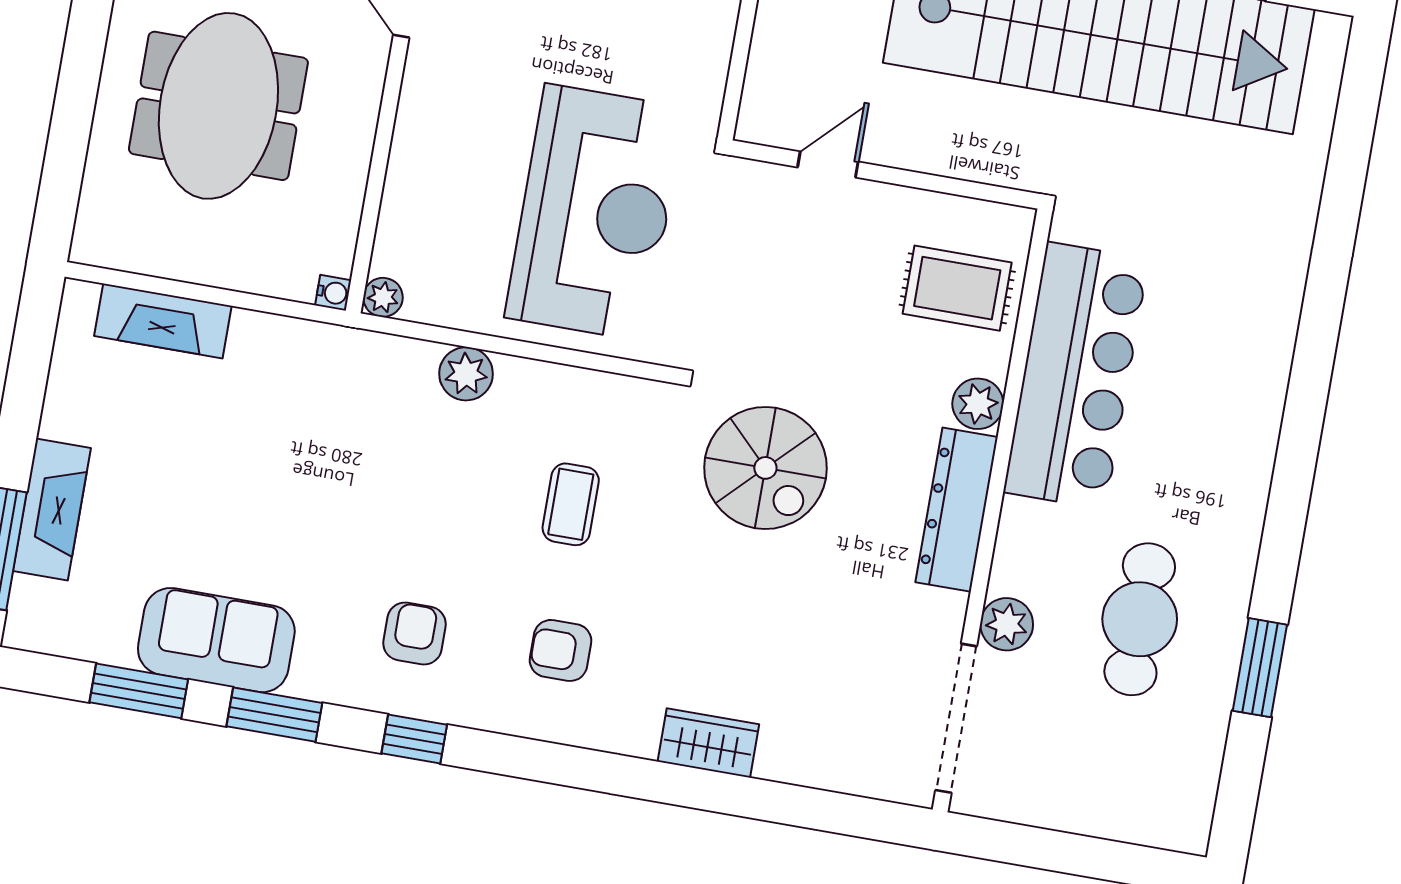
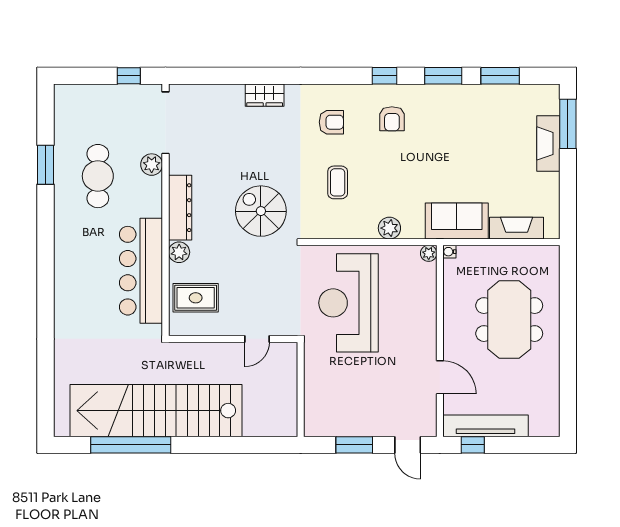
sofa: (216, 640) -> (457, 221), moved, turned 180
window: (1024, 846) -> (129, 76), added

